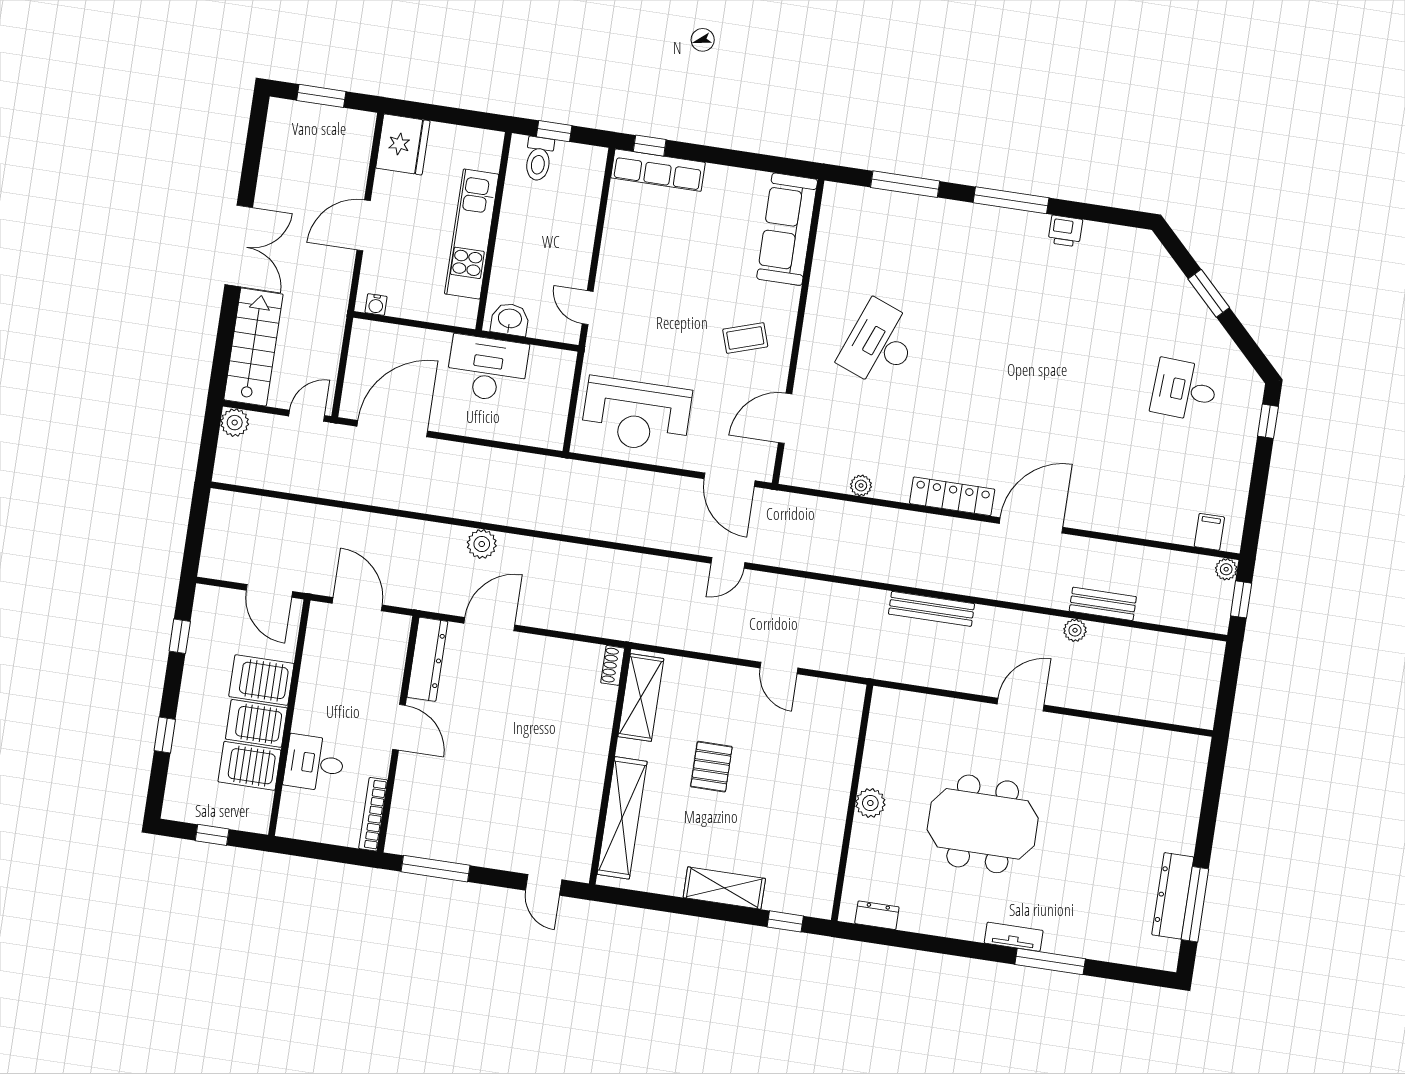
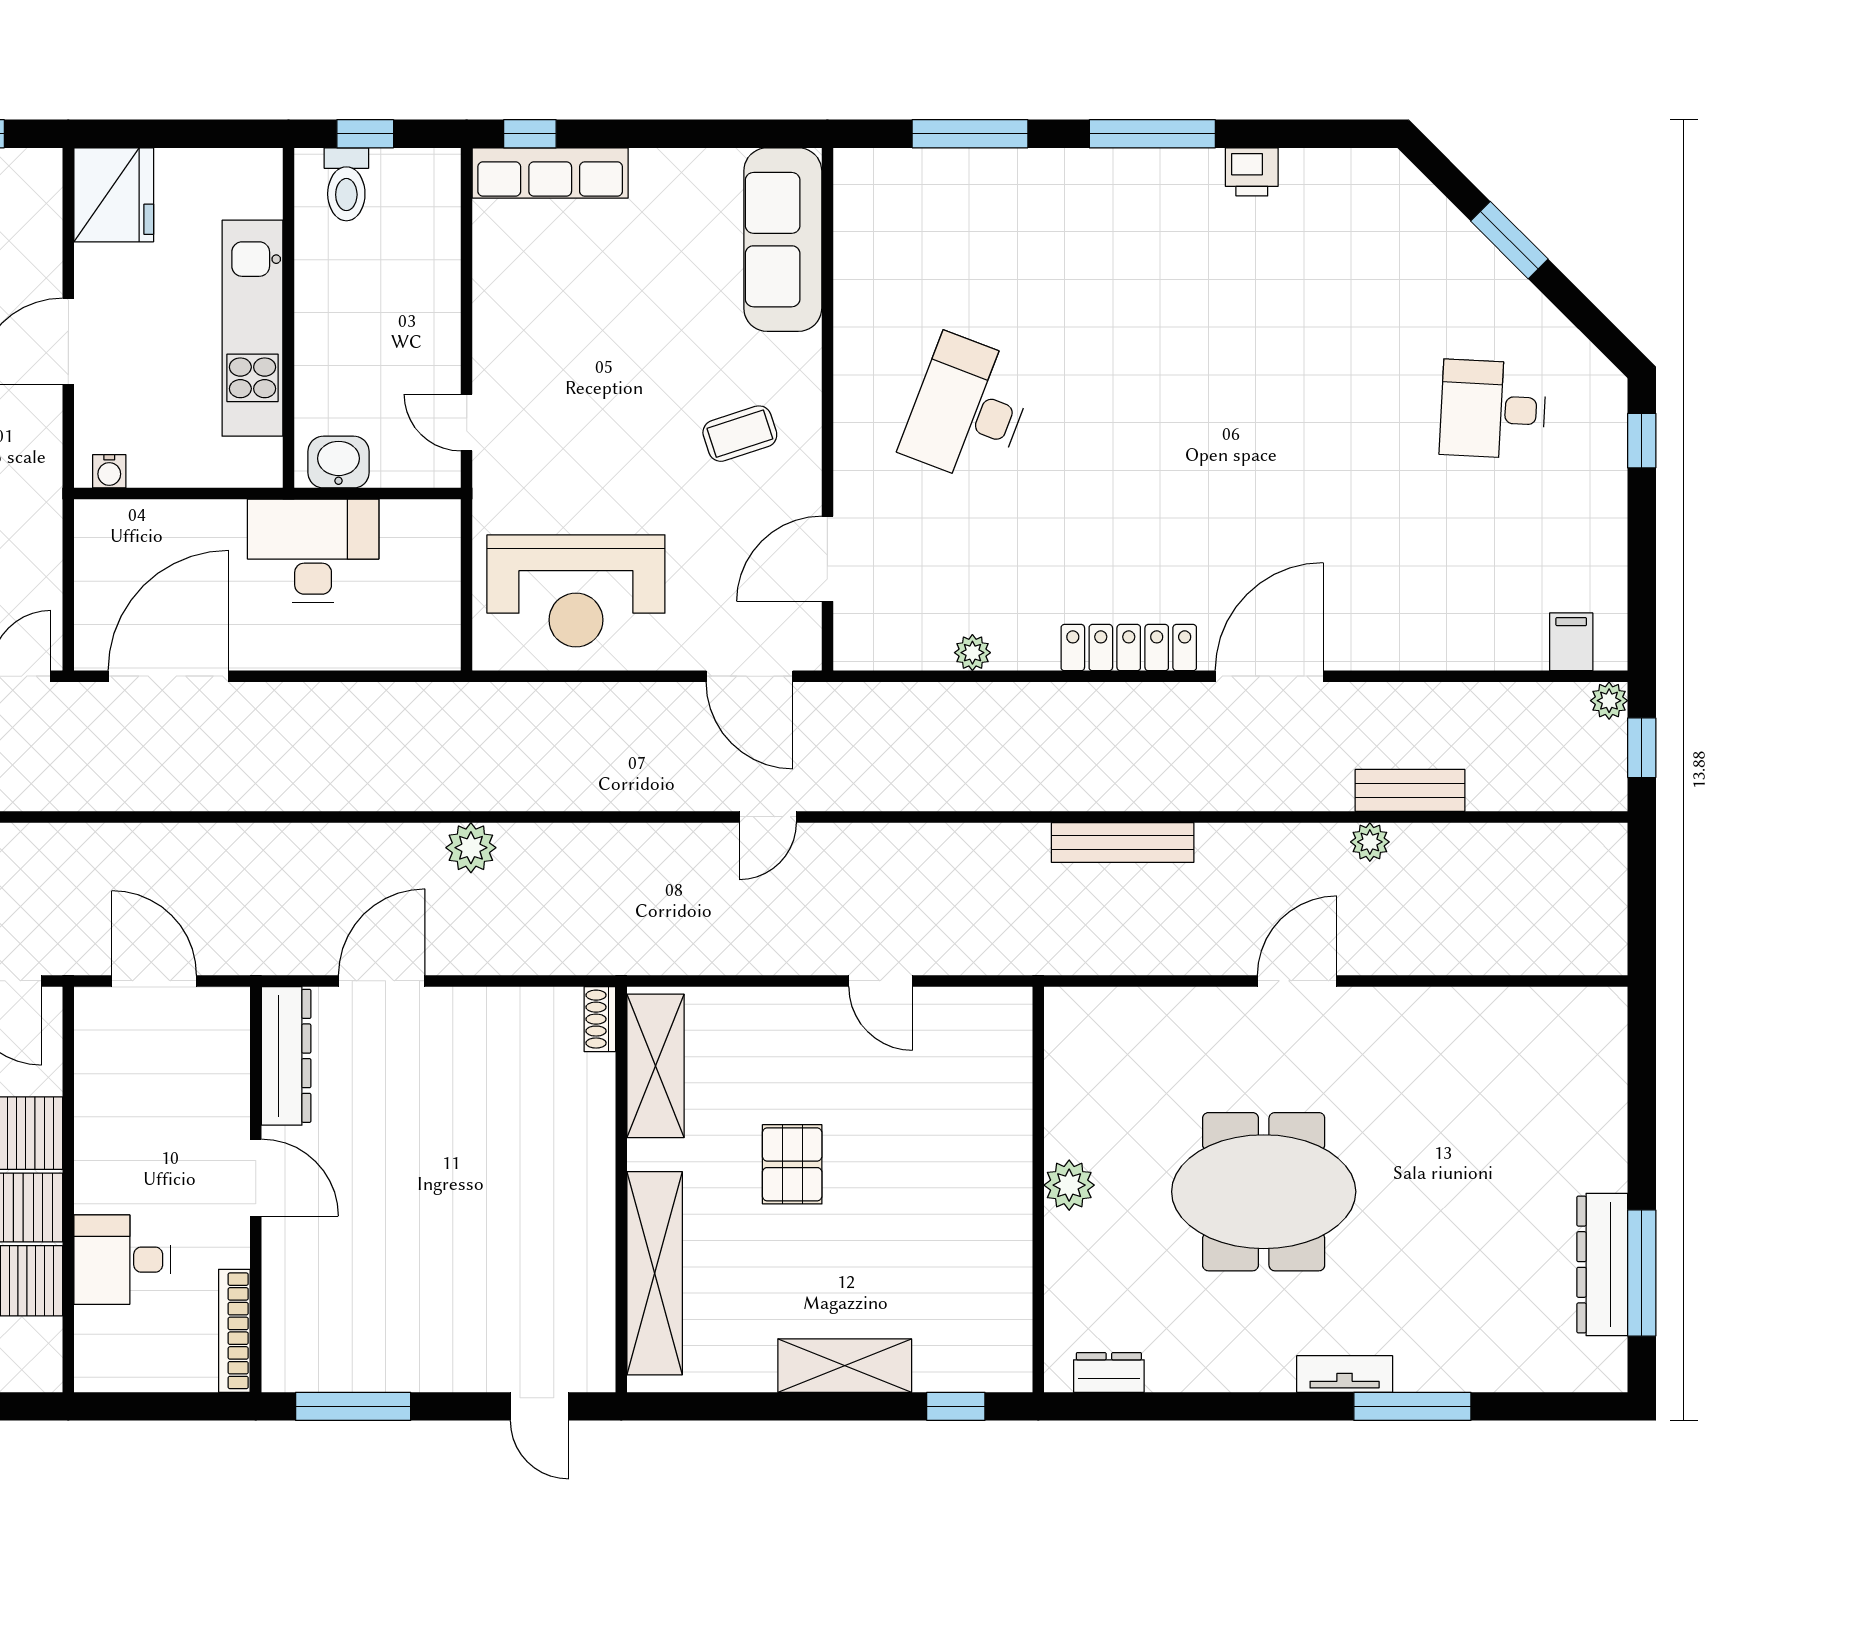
plant: (482, 544) -> (471, 848), moved

